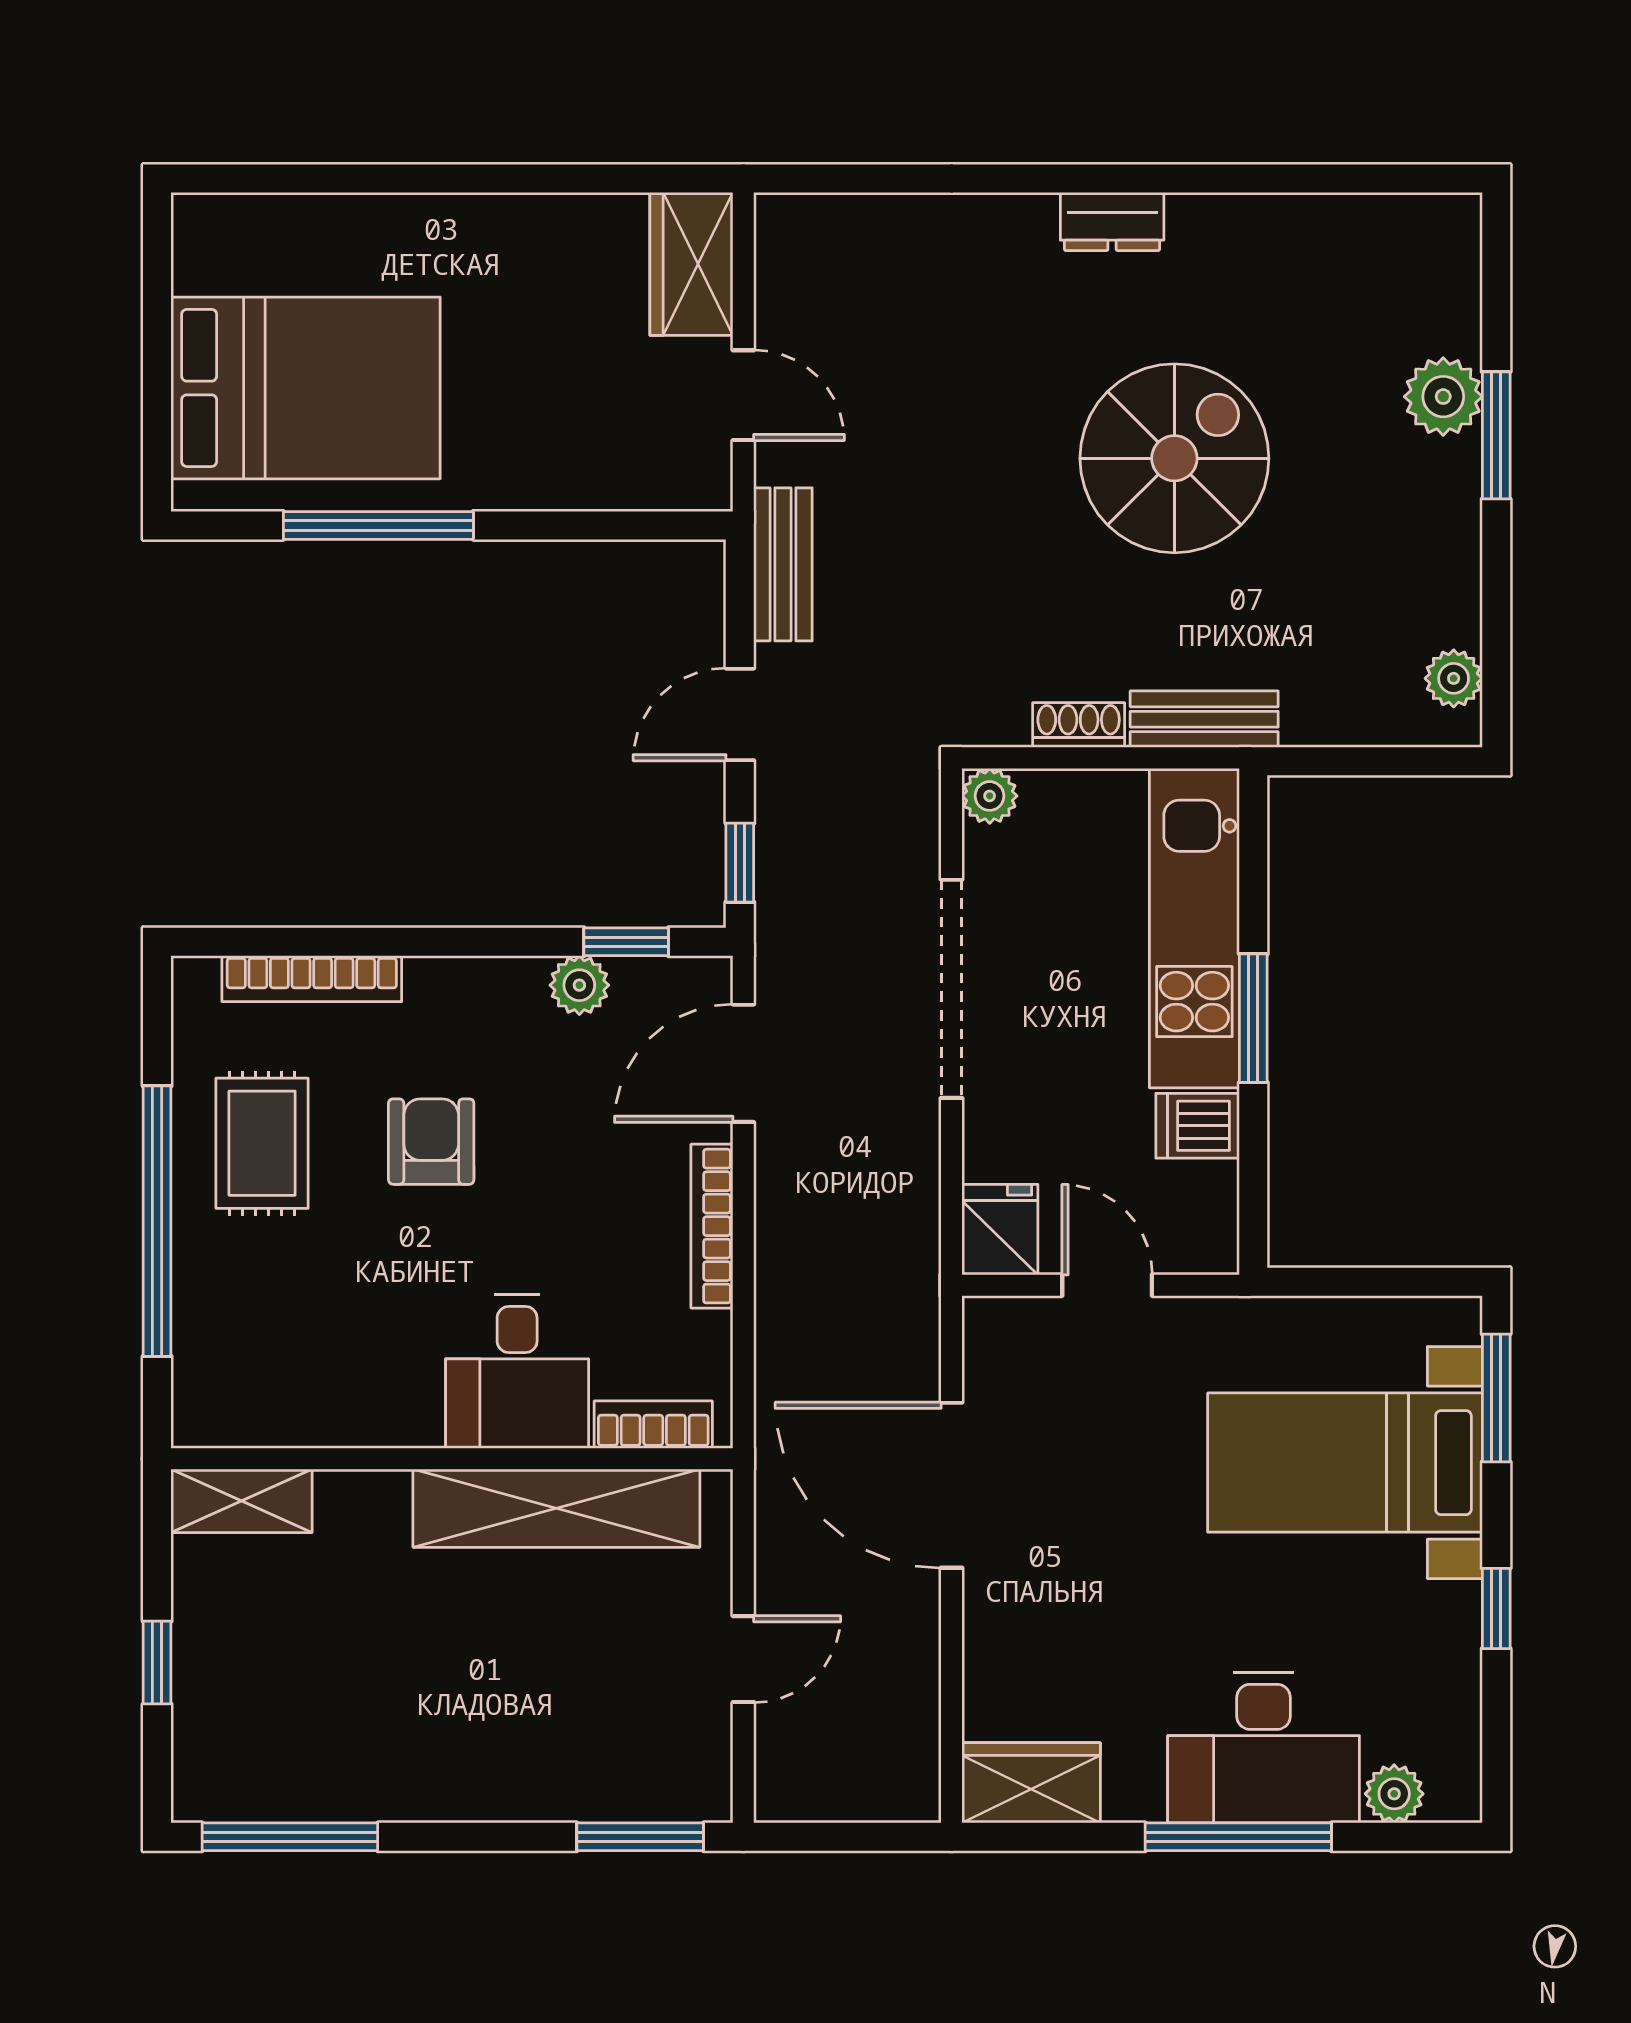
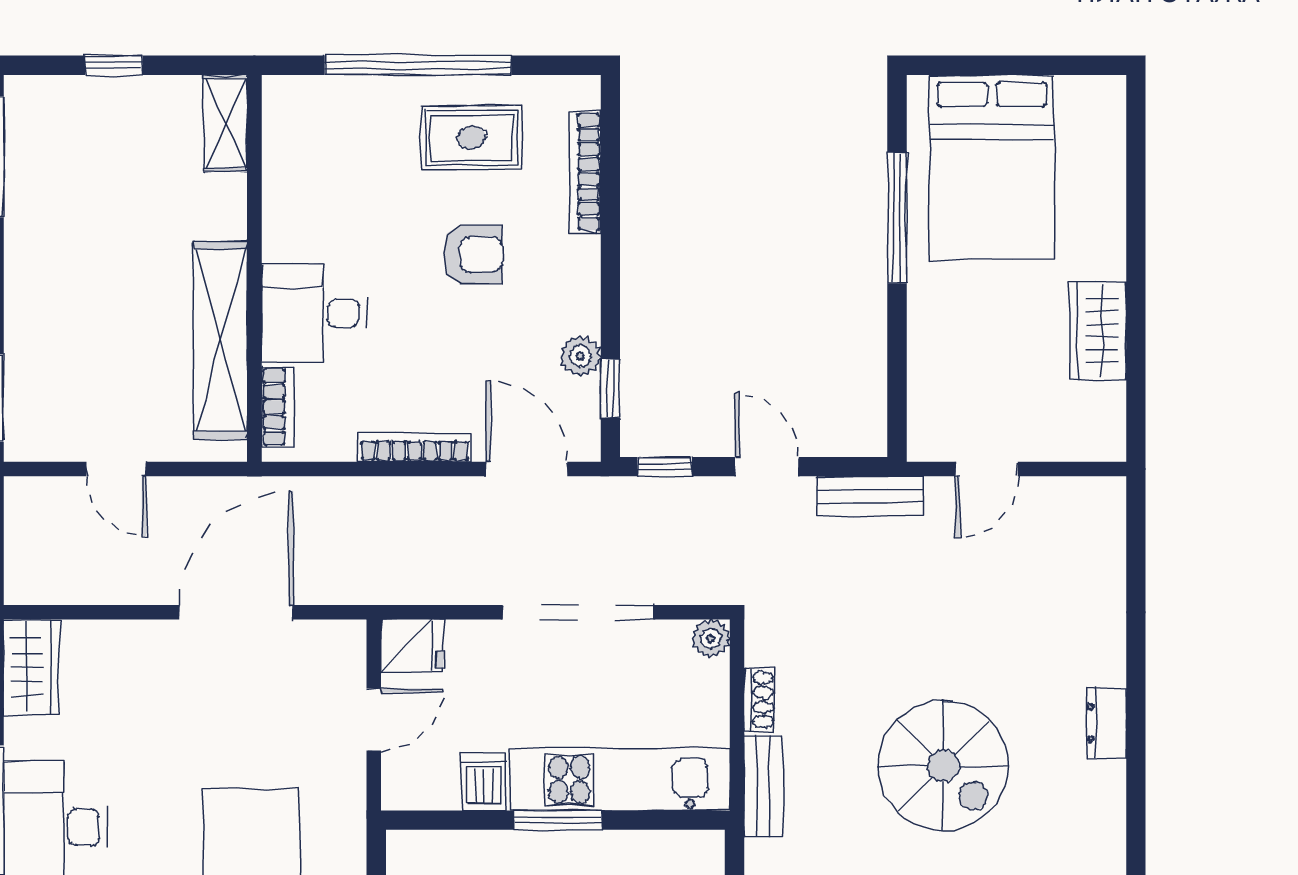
wardrobe: (691, 264) -> (1098, 330), moved, turned -90

